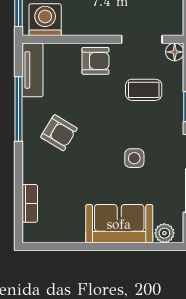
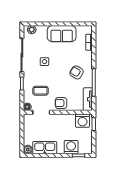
sofa: (119, 224) -> (62, 34), moved

